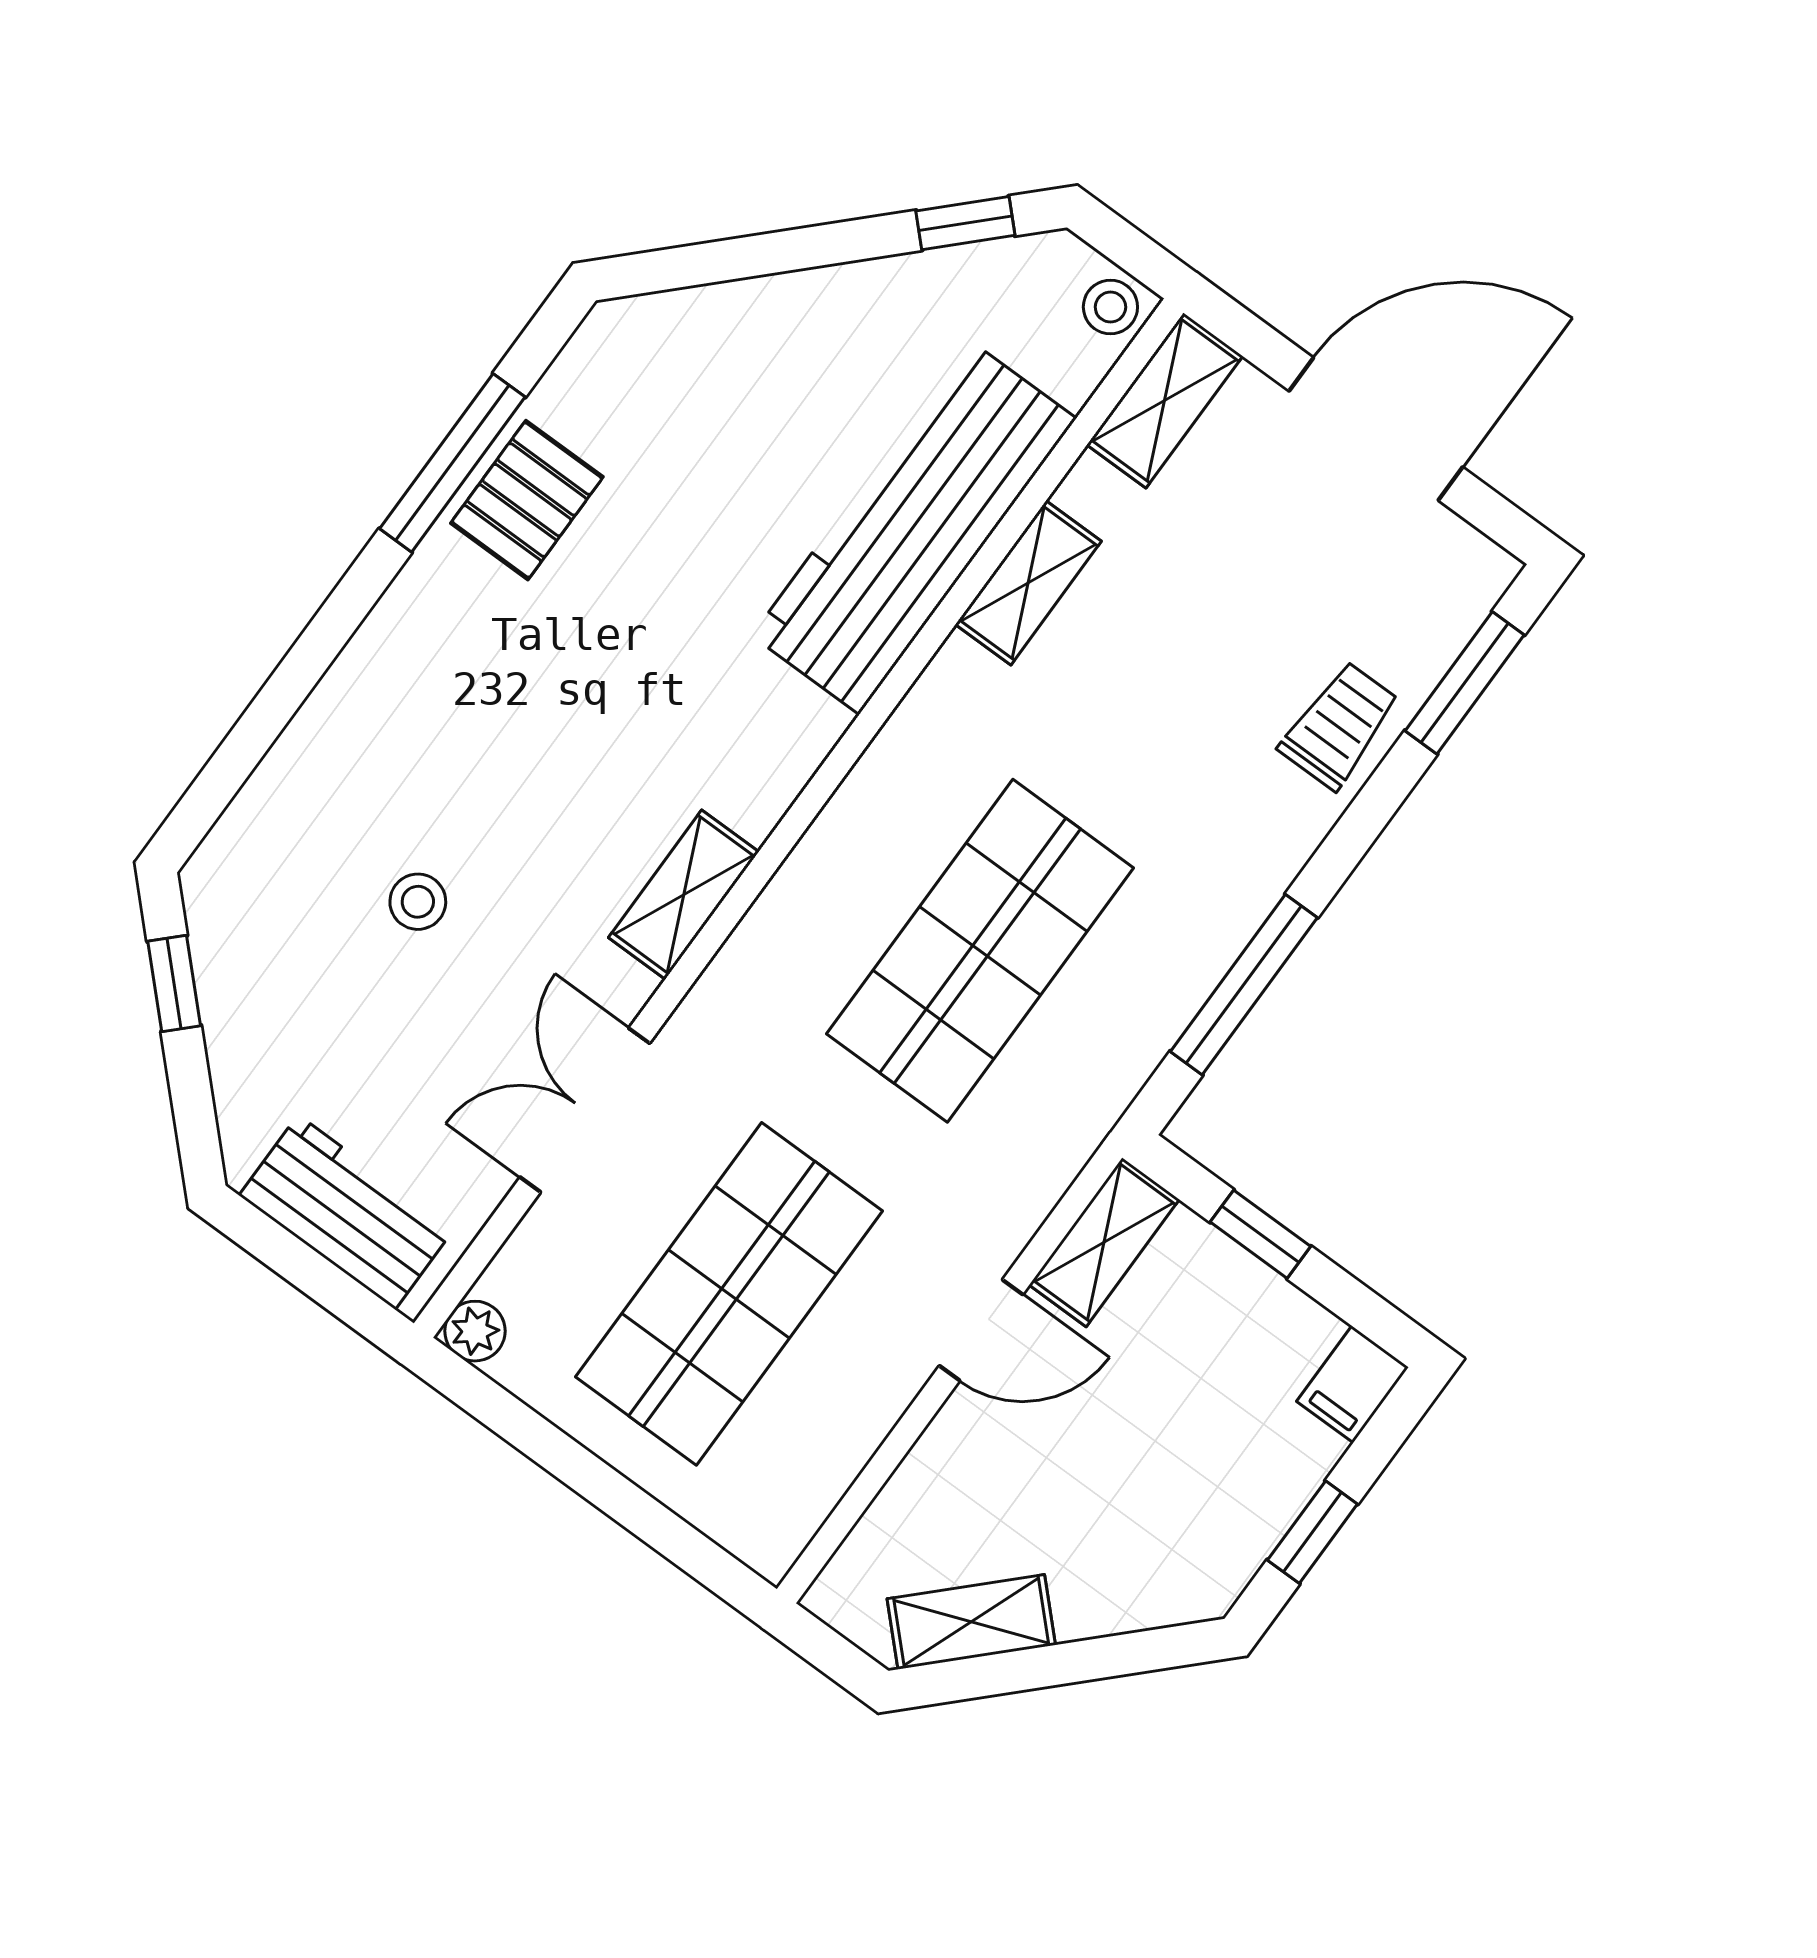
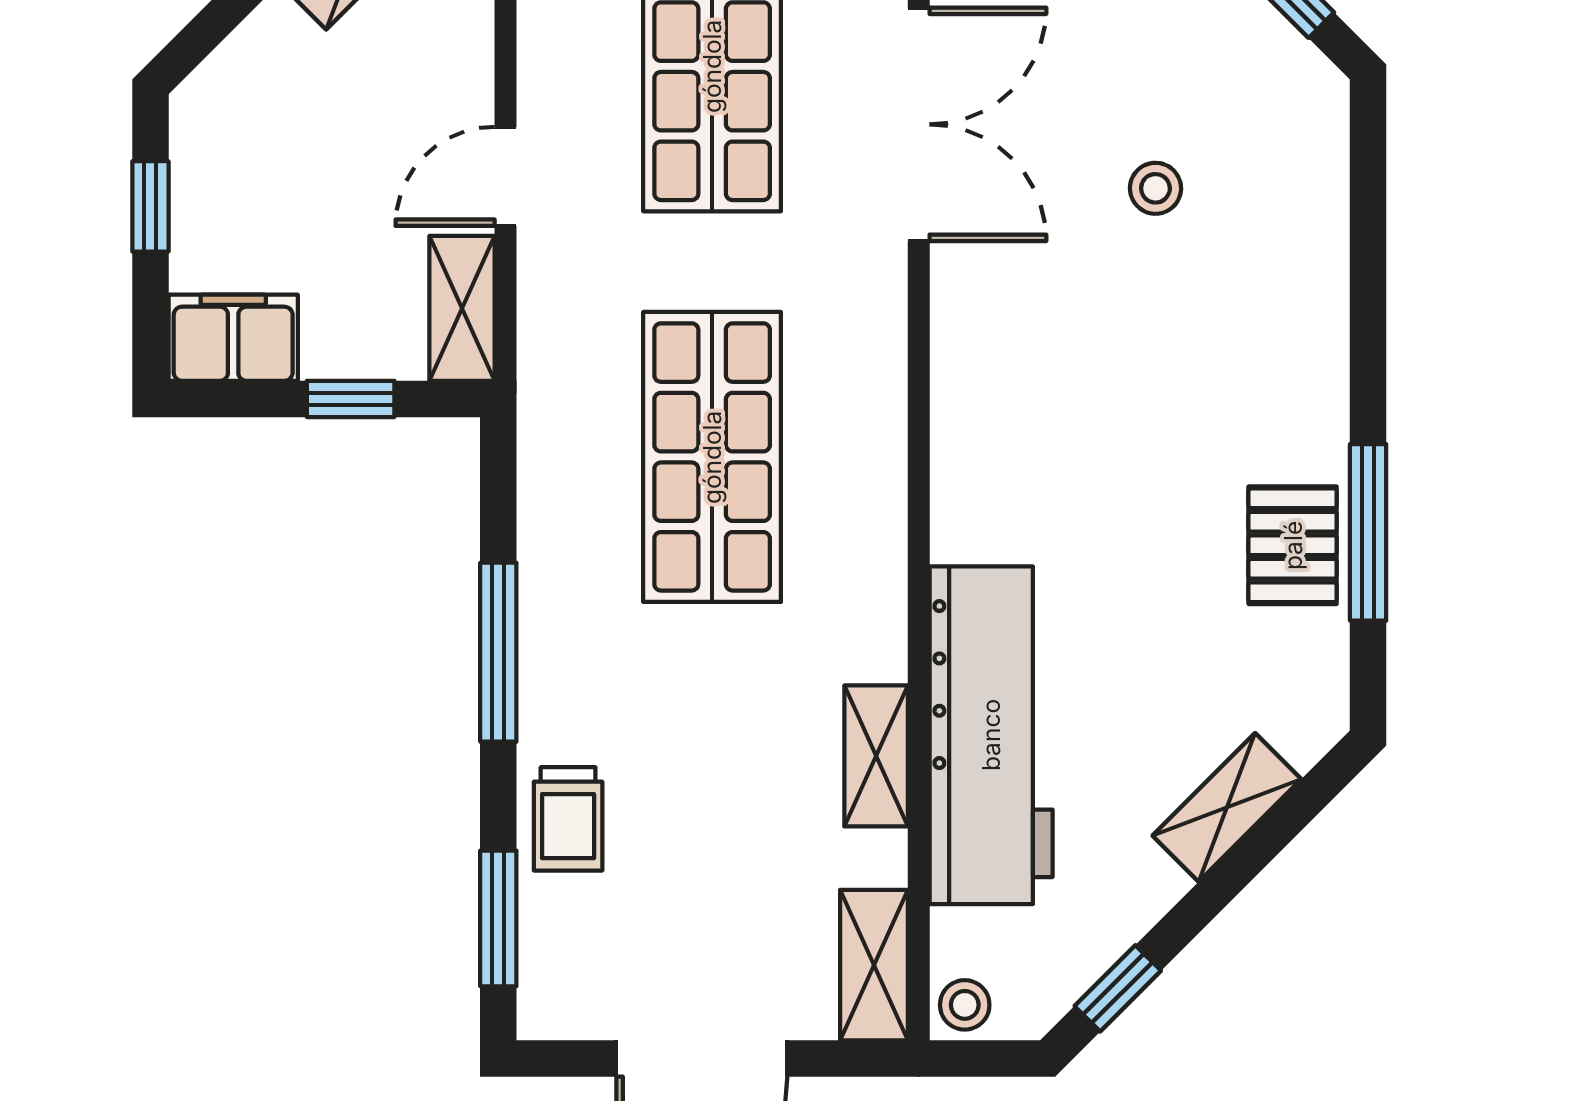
shelving: (684, 895) -> (1227, 807), moved, turned 45
window: (1244, 985) -> (498, 652), moved
double door: (585, 1110) -> (919, 124), width x1.37
filing cabinet: (1353, 1384) -> (233, 338), width x2.00

